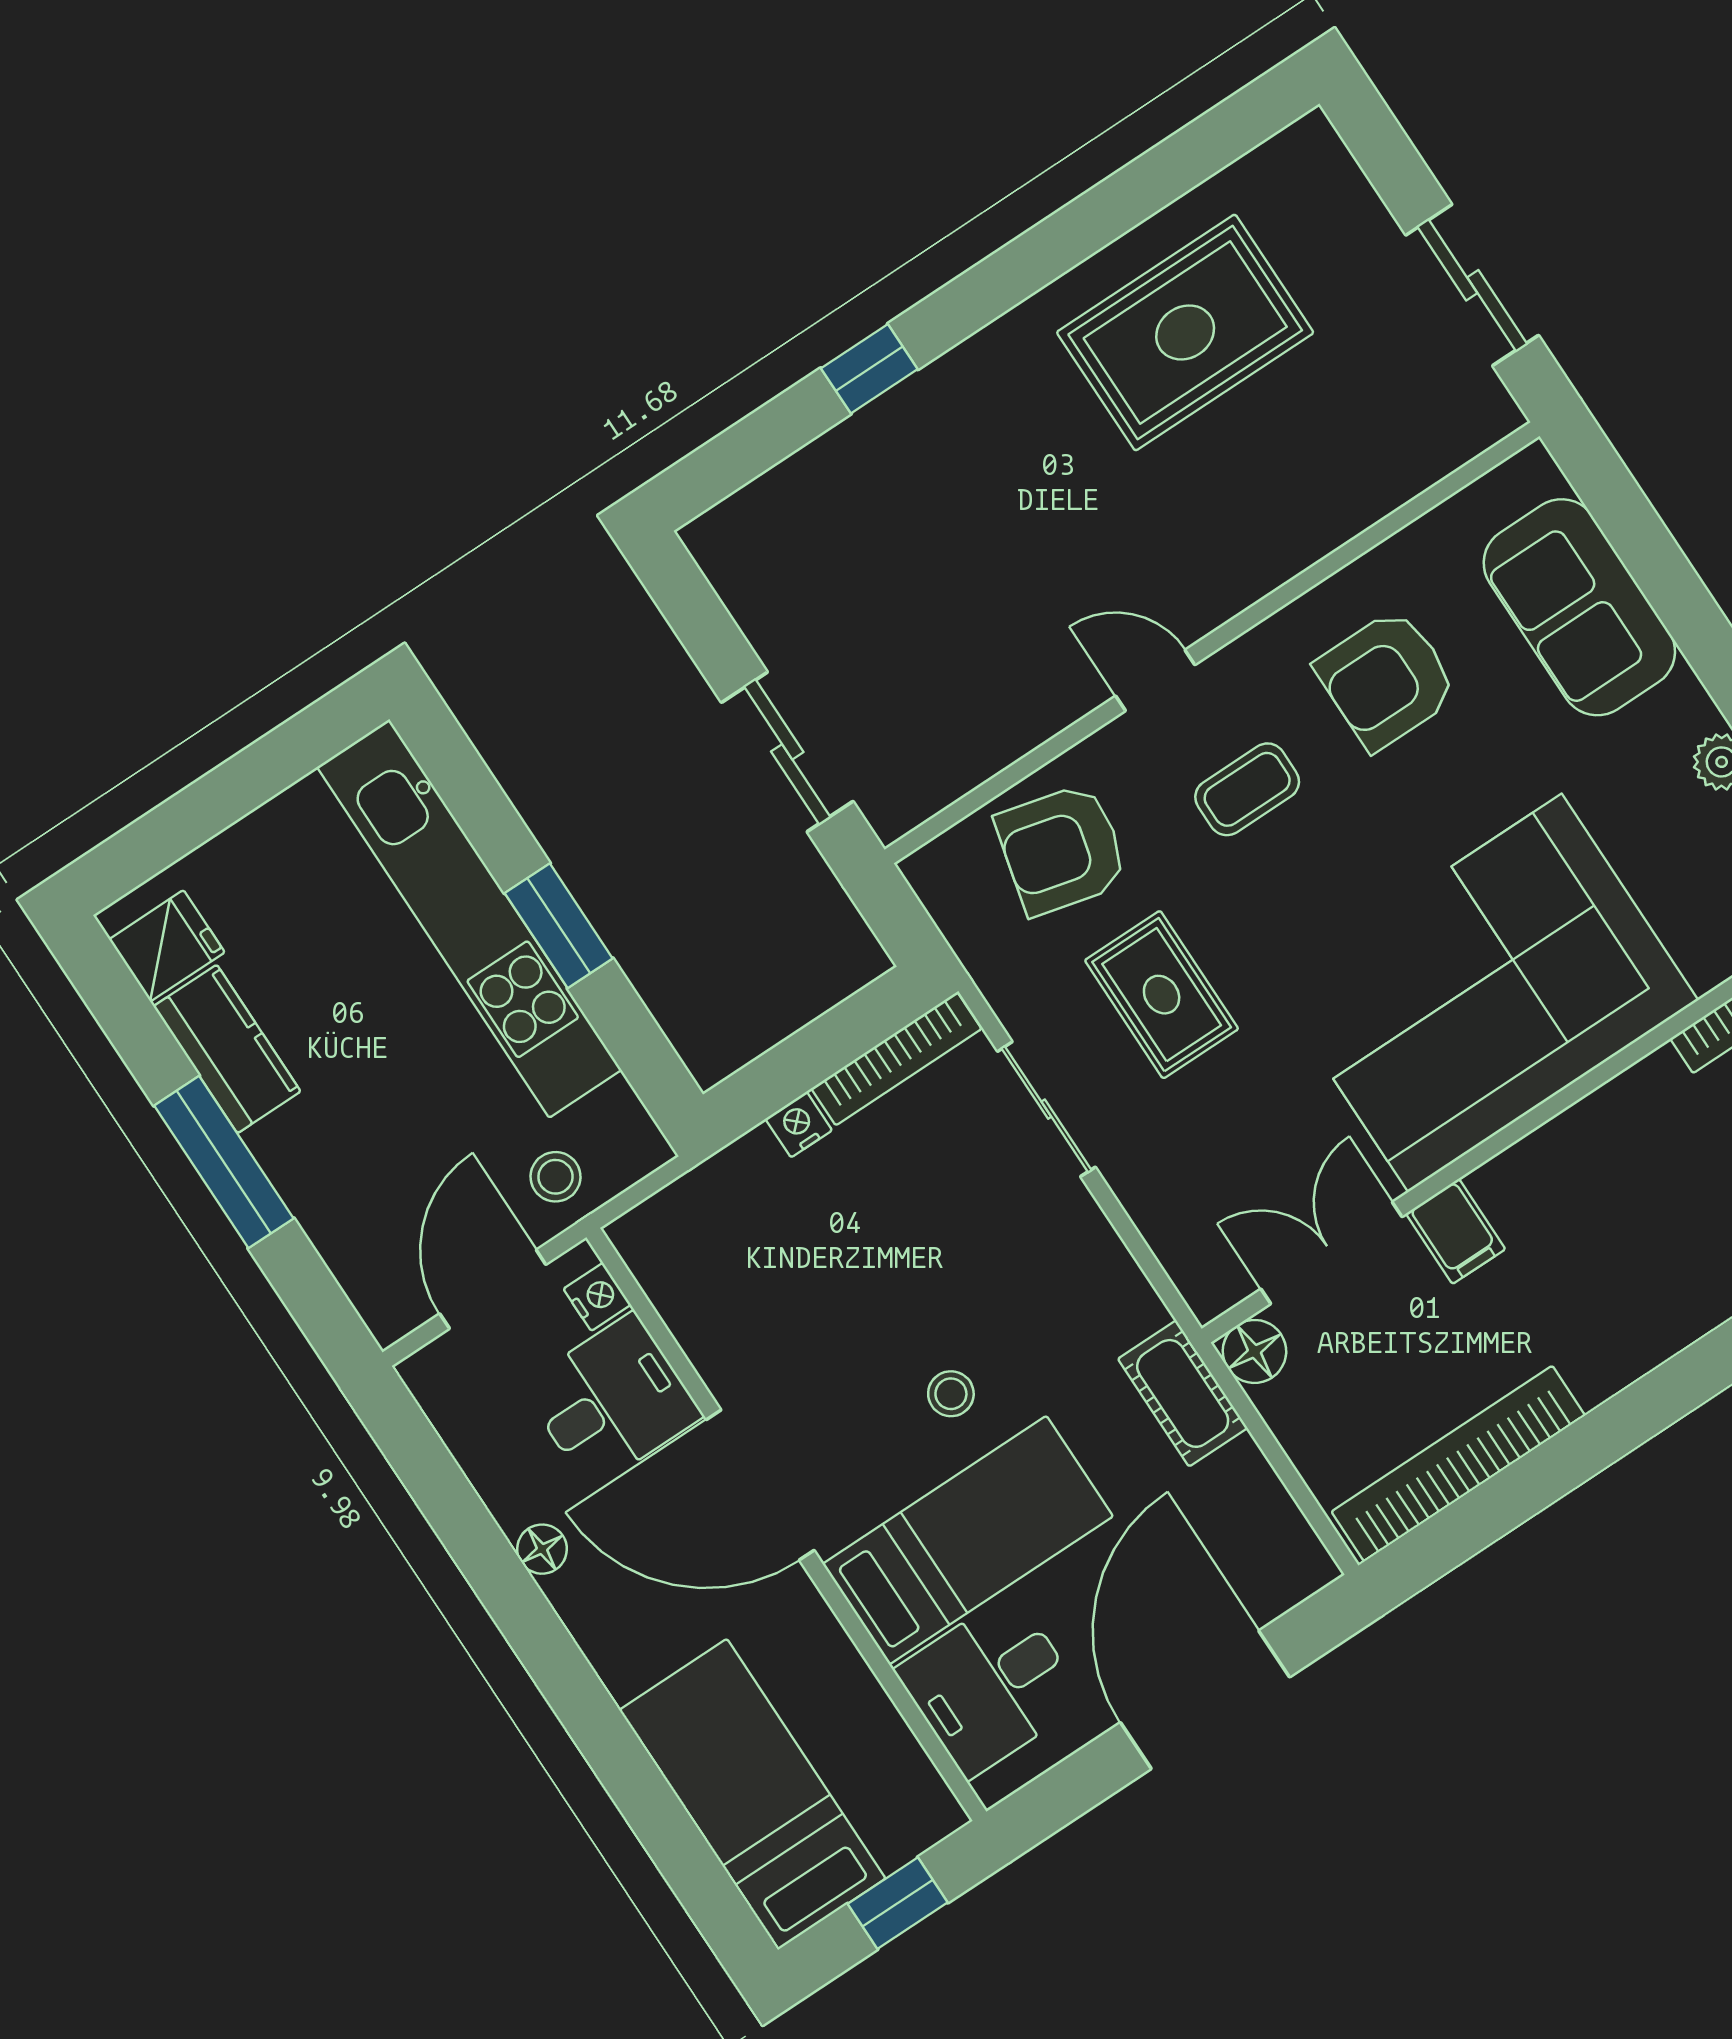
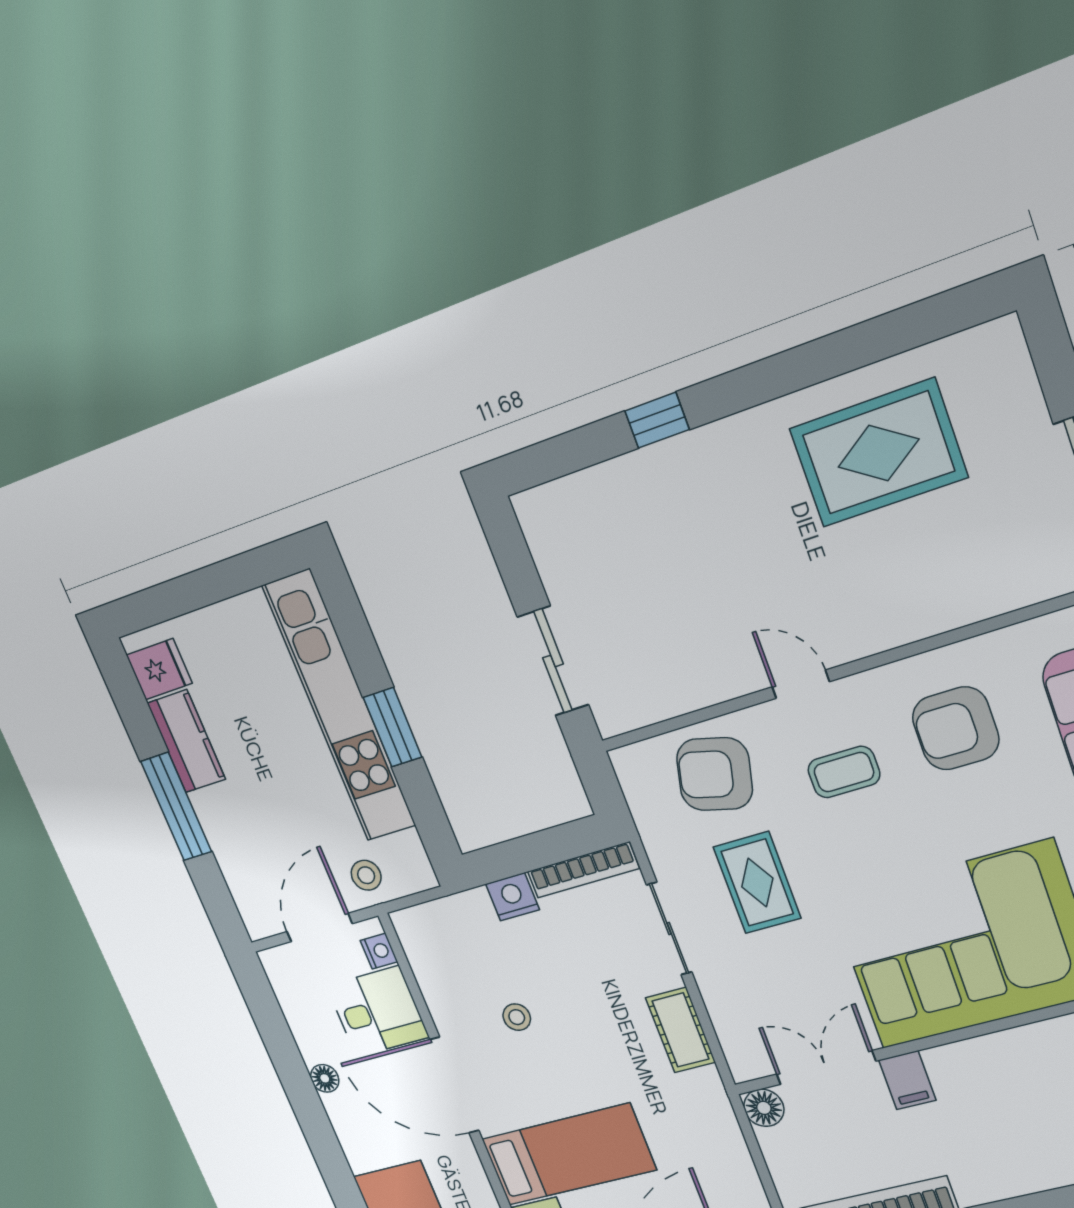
nightstand: (799, 1124) -> (513, 897), width x1.39, depth x1.35
cot: (1183, 1393) -> (681, 1030), moved
stool: (951, 1394) -> (517, 1017), moved

